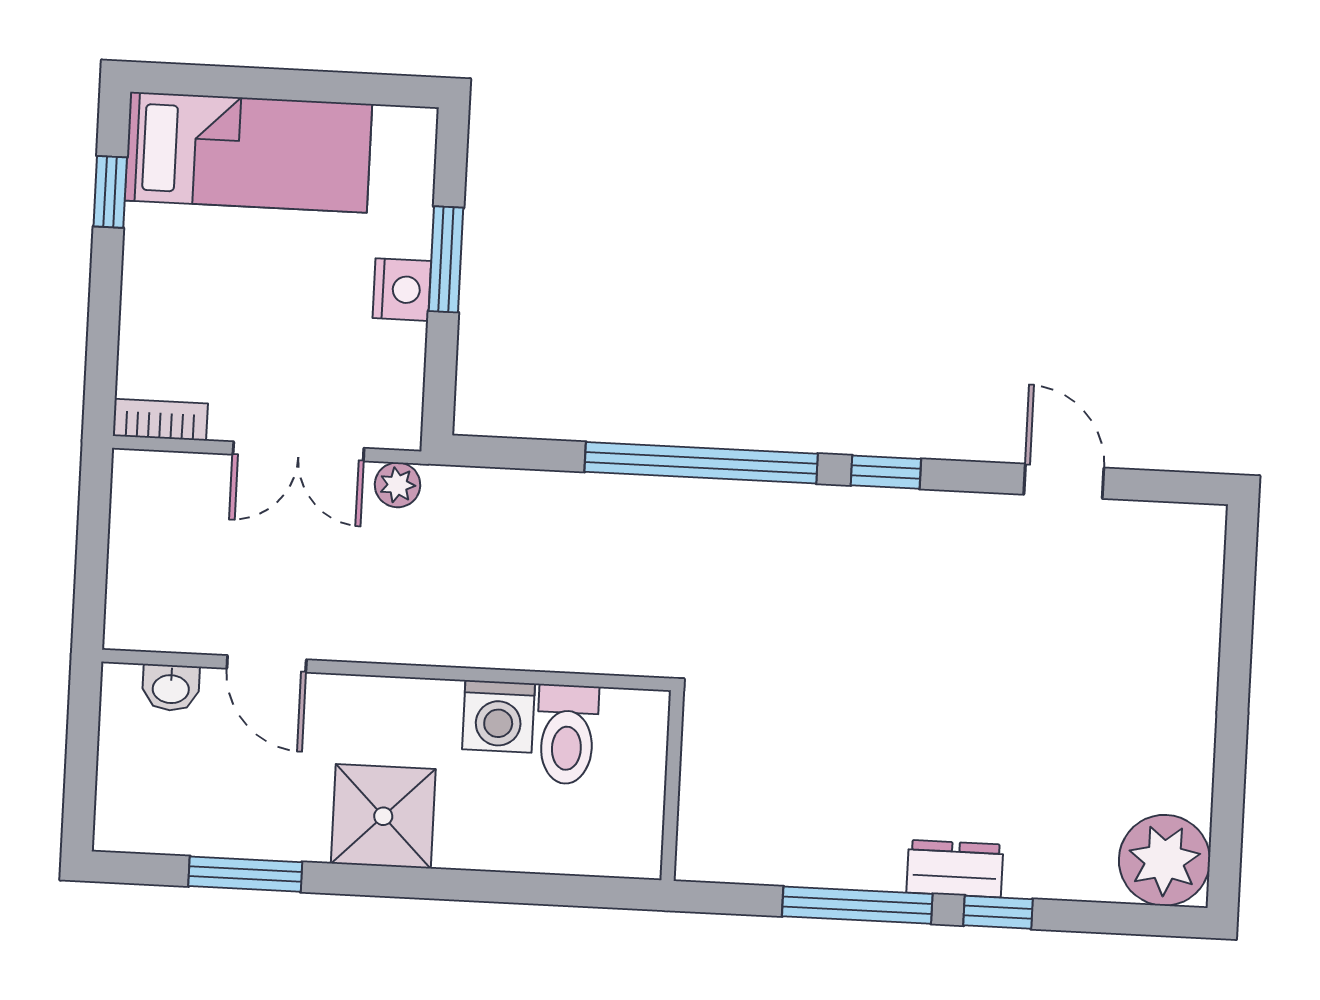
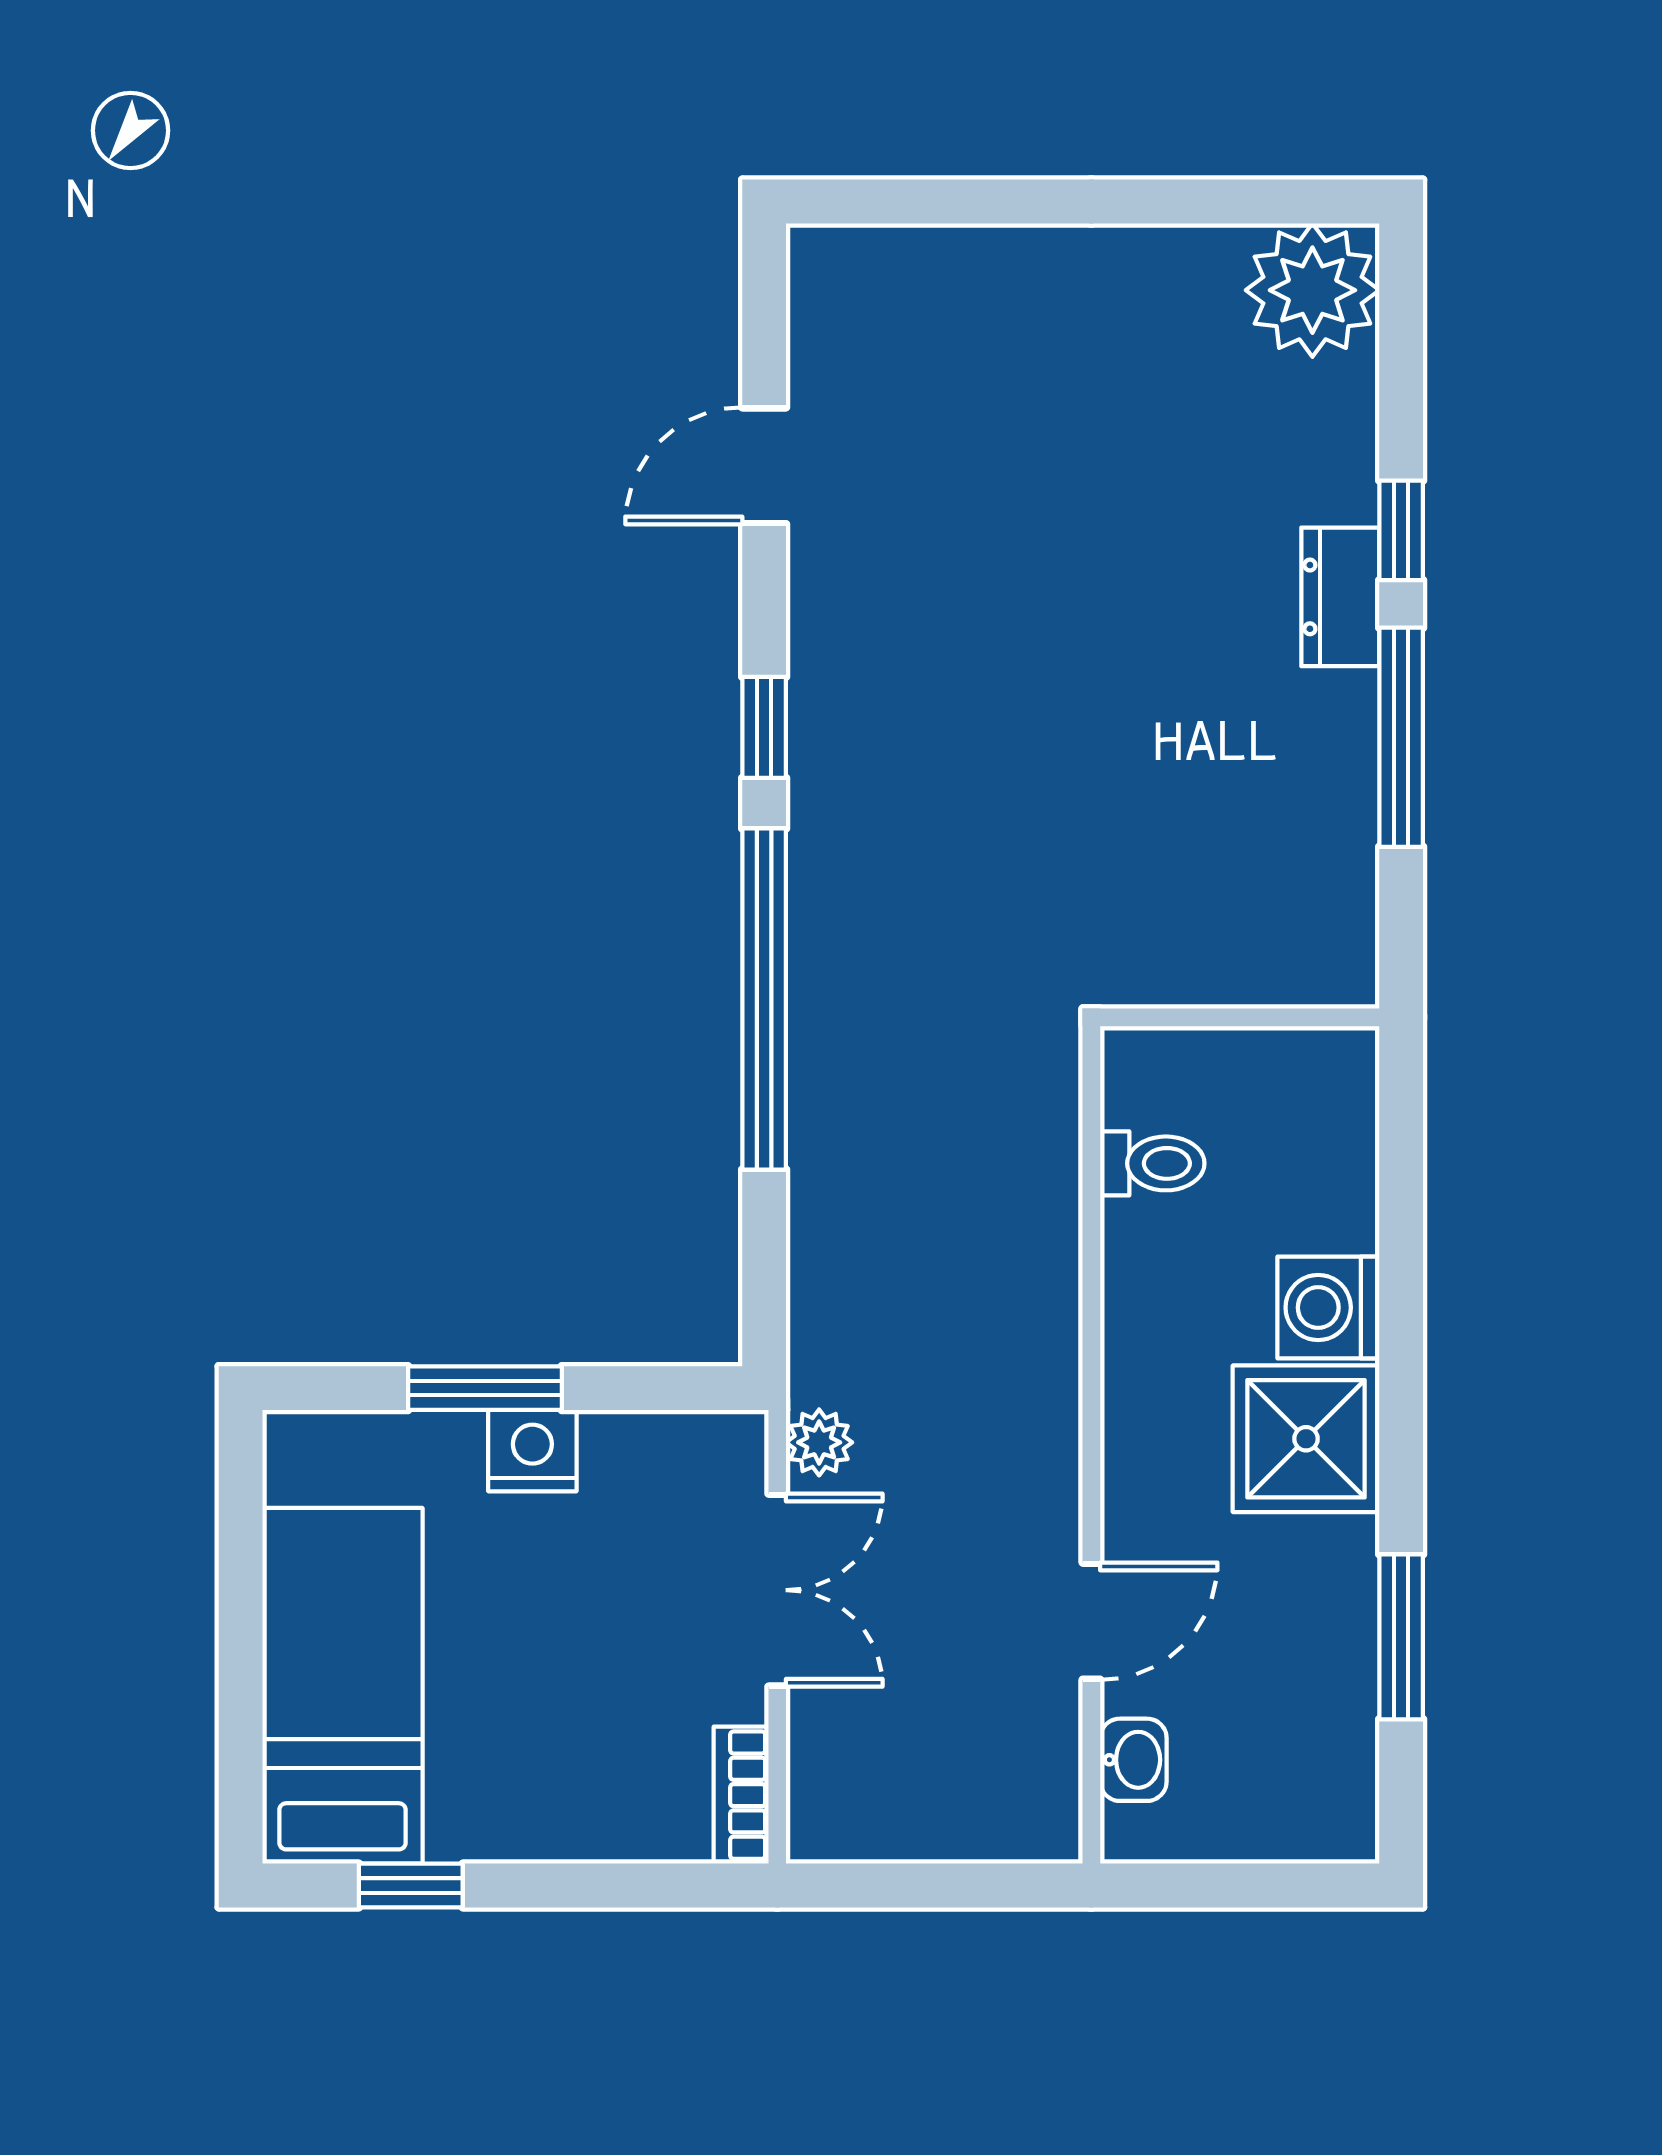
washing machine: (498, 716) -> (1328, 1308), moved, turned 180
toilet: (567, 734) -> (1152, 1163), width x0.73, depth x0.72

